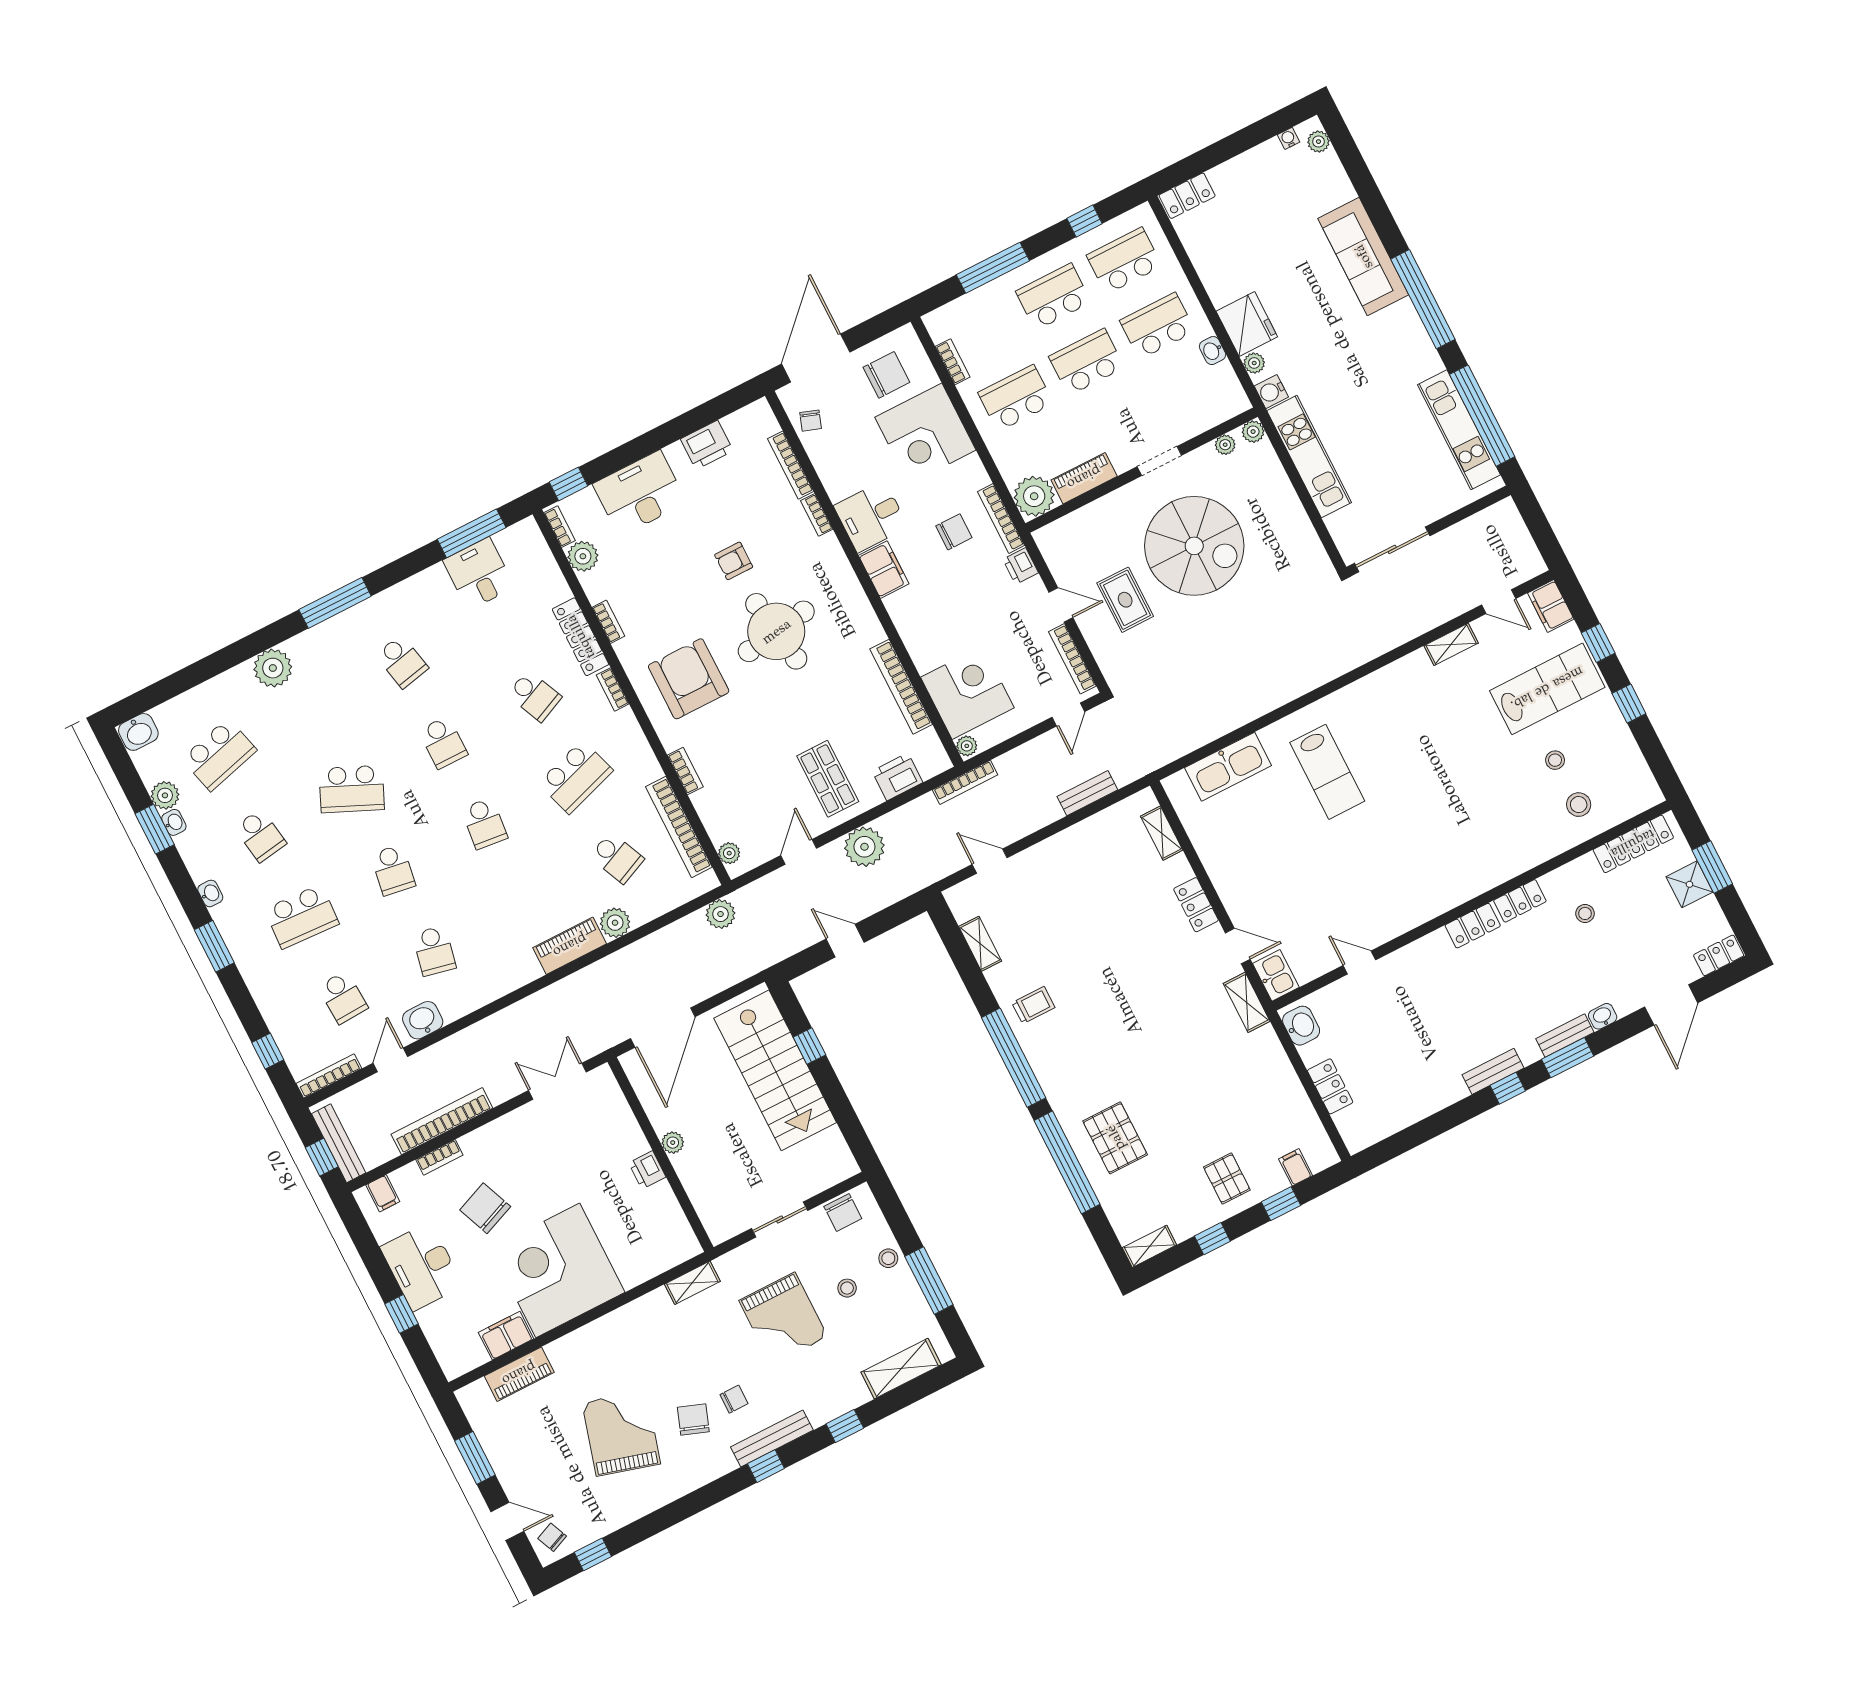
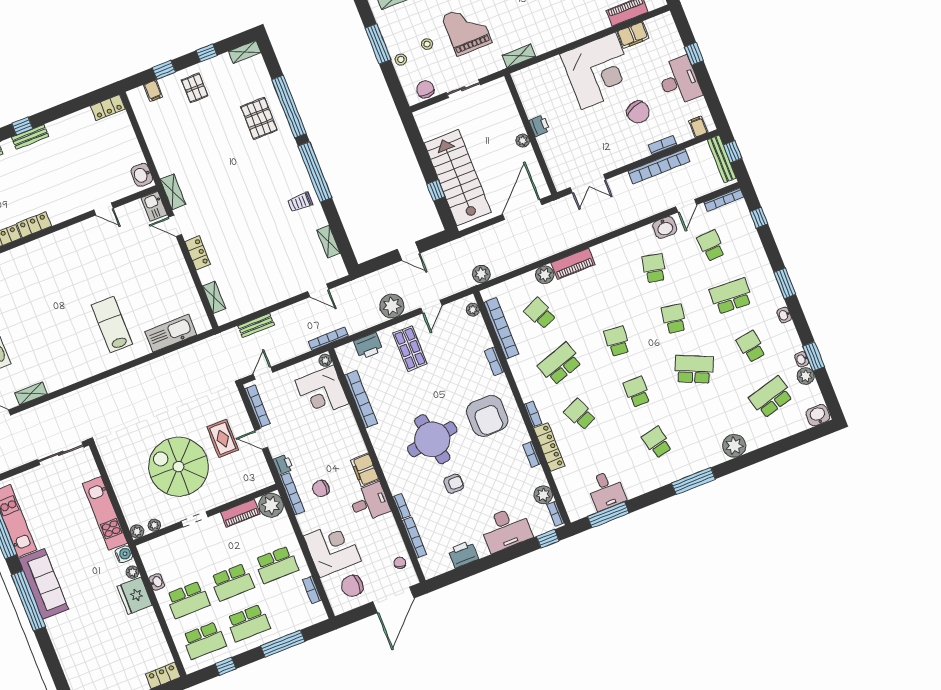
sofa: (1363, 257) -> (44, 584), moved
locker: (1330, 1086) -> (108, 107), moved, turned -90

